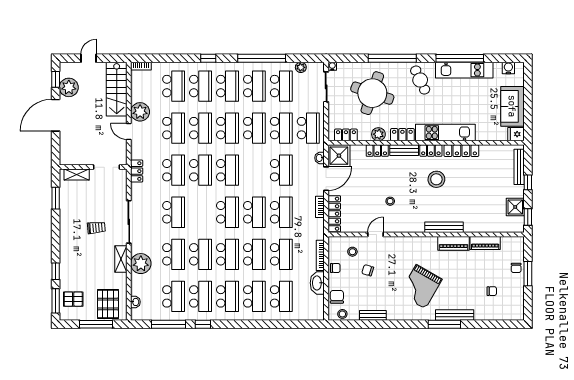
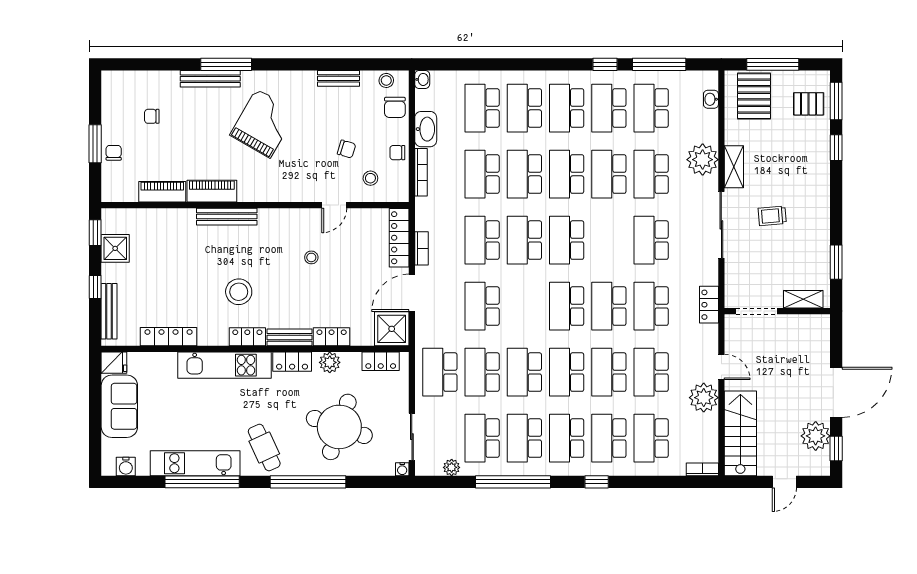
locker: (461, 151) -> (169, 337), moved
washbasin: (319, 158) -> (422, 79), moved

